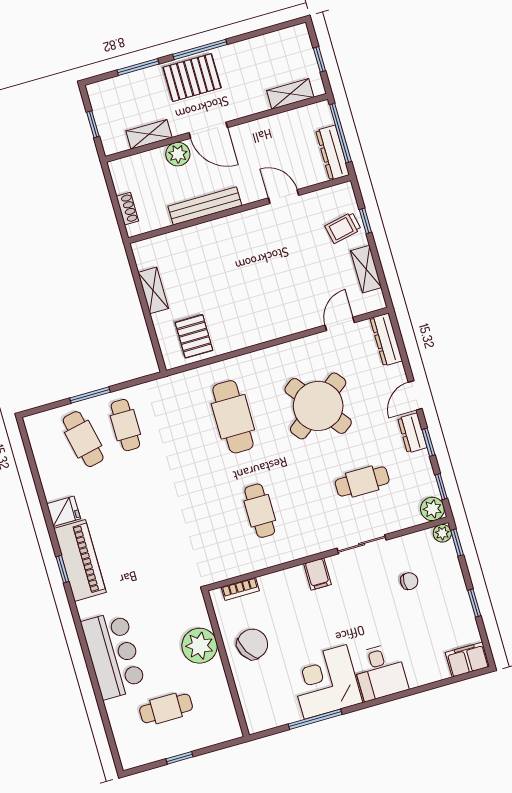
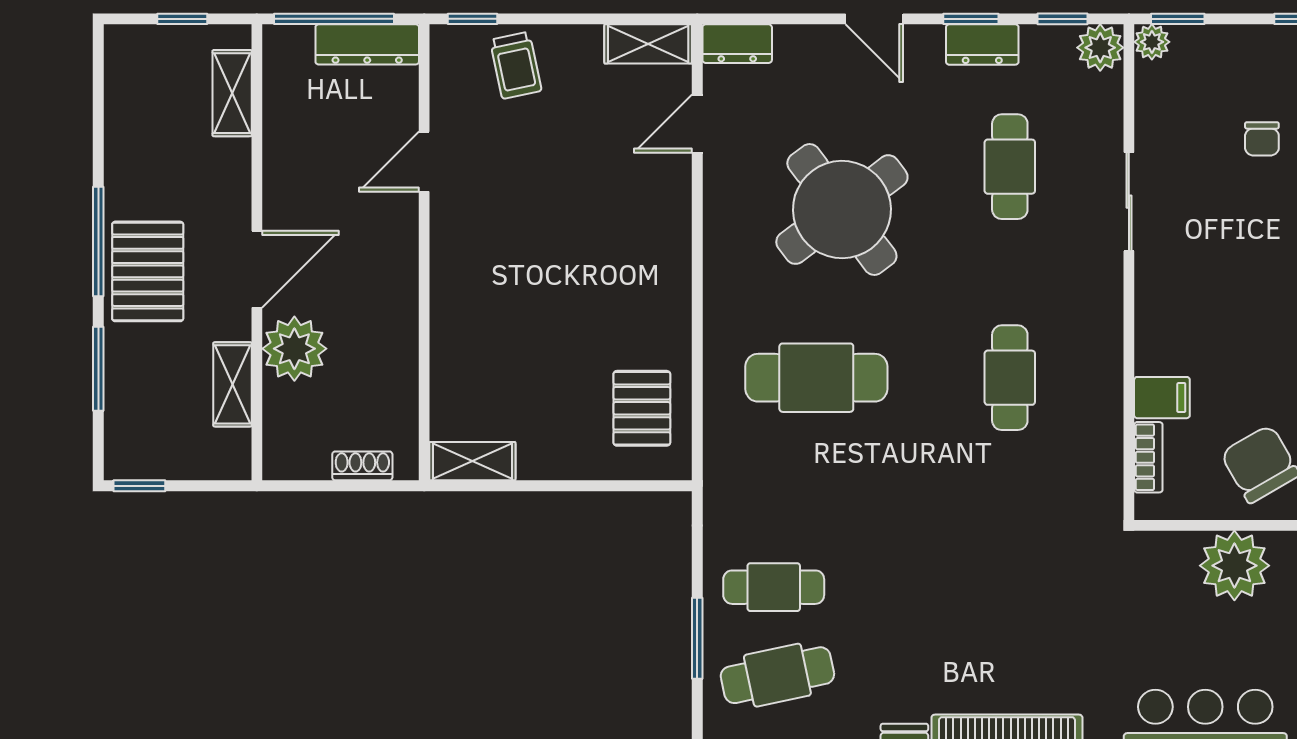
window: (93, 124) -> (139, 486), moved
plant: (178, 154) -> (294, 349), width x1.36, depth x1.36
bench: (205, 206) -> (399, 317), removed
window: (365, 221) -> (472, 19), moved
shelving: (366, 269) -> (648, 44), moved
shelving: (153, 290) -> (472, 461), moved
door: (340, 324) -> (697, 124), hinge flipped
pallet: (194, 336) -> (642, 408), turned 90
dresser: (386, 340) -> (737, 44), width x0.70
dresser: (412, 433) -> (982, 45), moved
cafe table: (260, 511) -> (1010, 378), turned 90
filing cabinet: (317, 574) -> (1162, 398), moved
chair: (409, 581) -> (1262, 139), moved, turned 180

